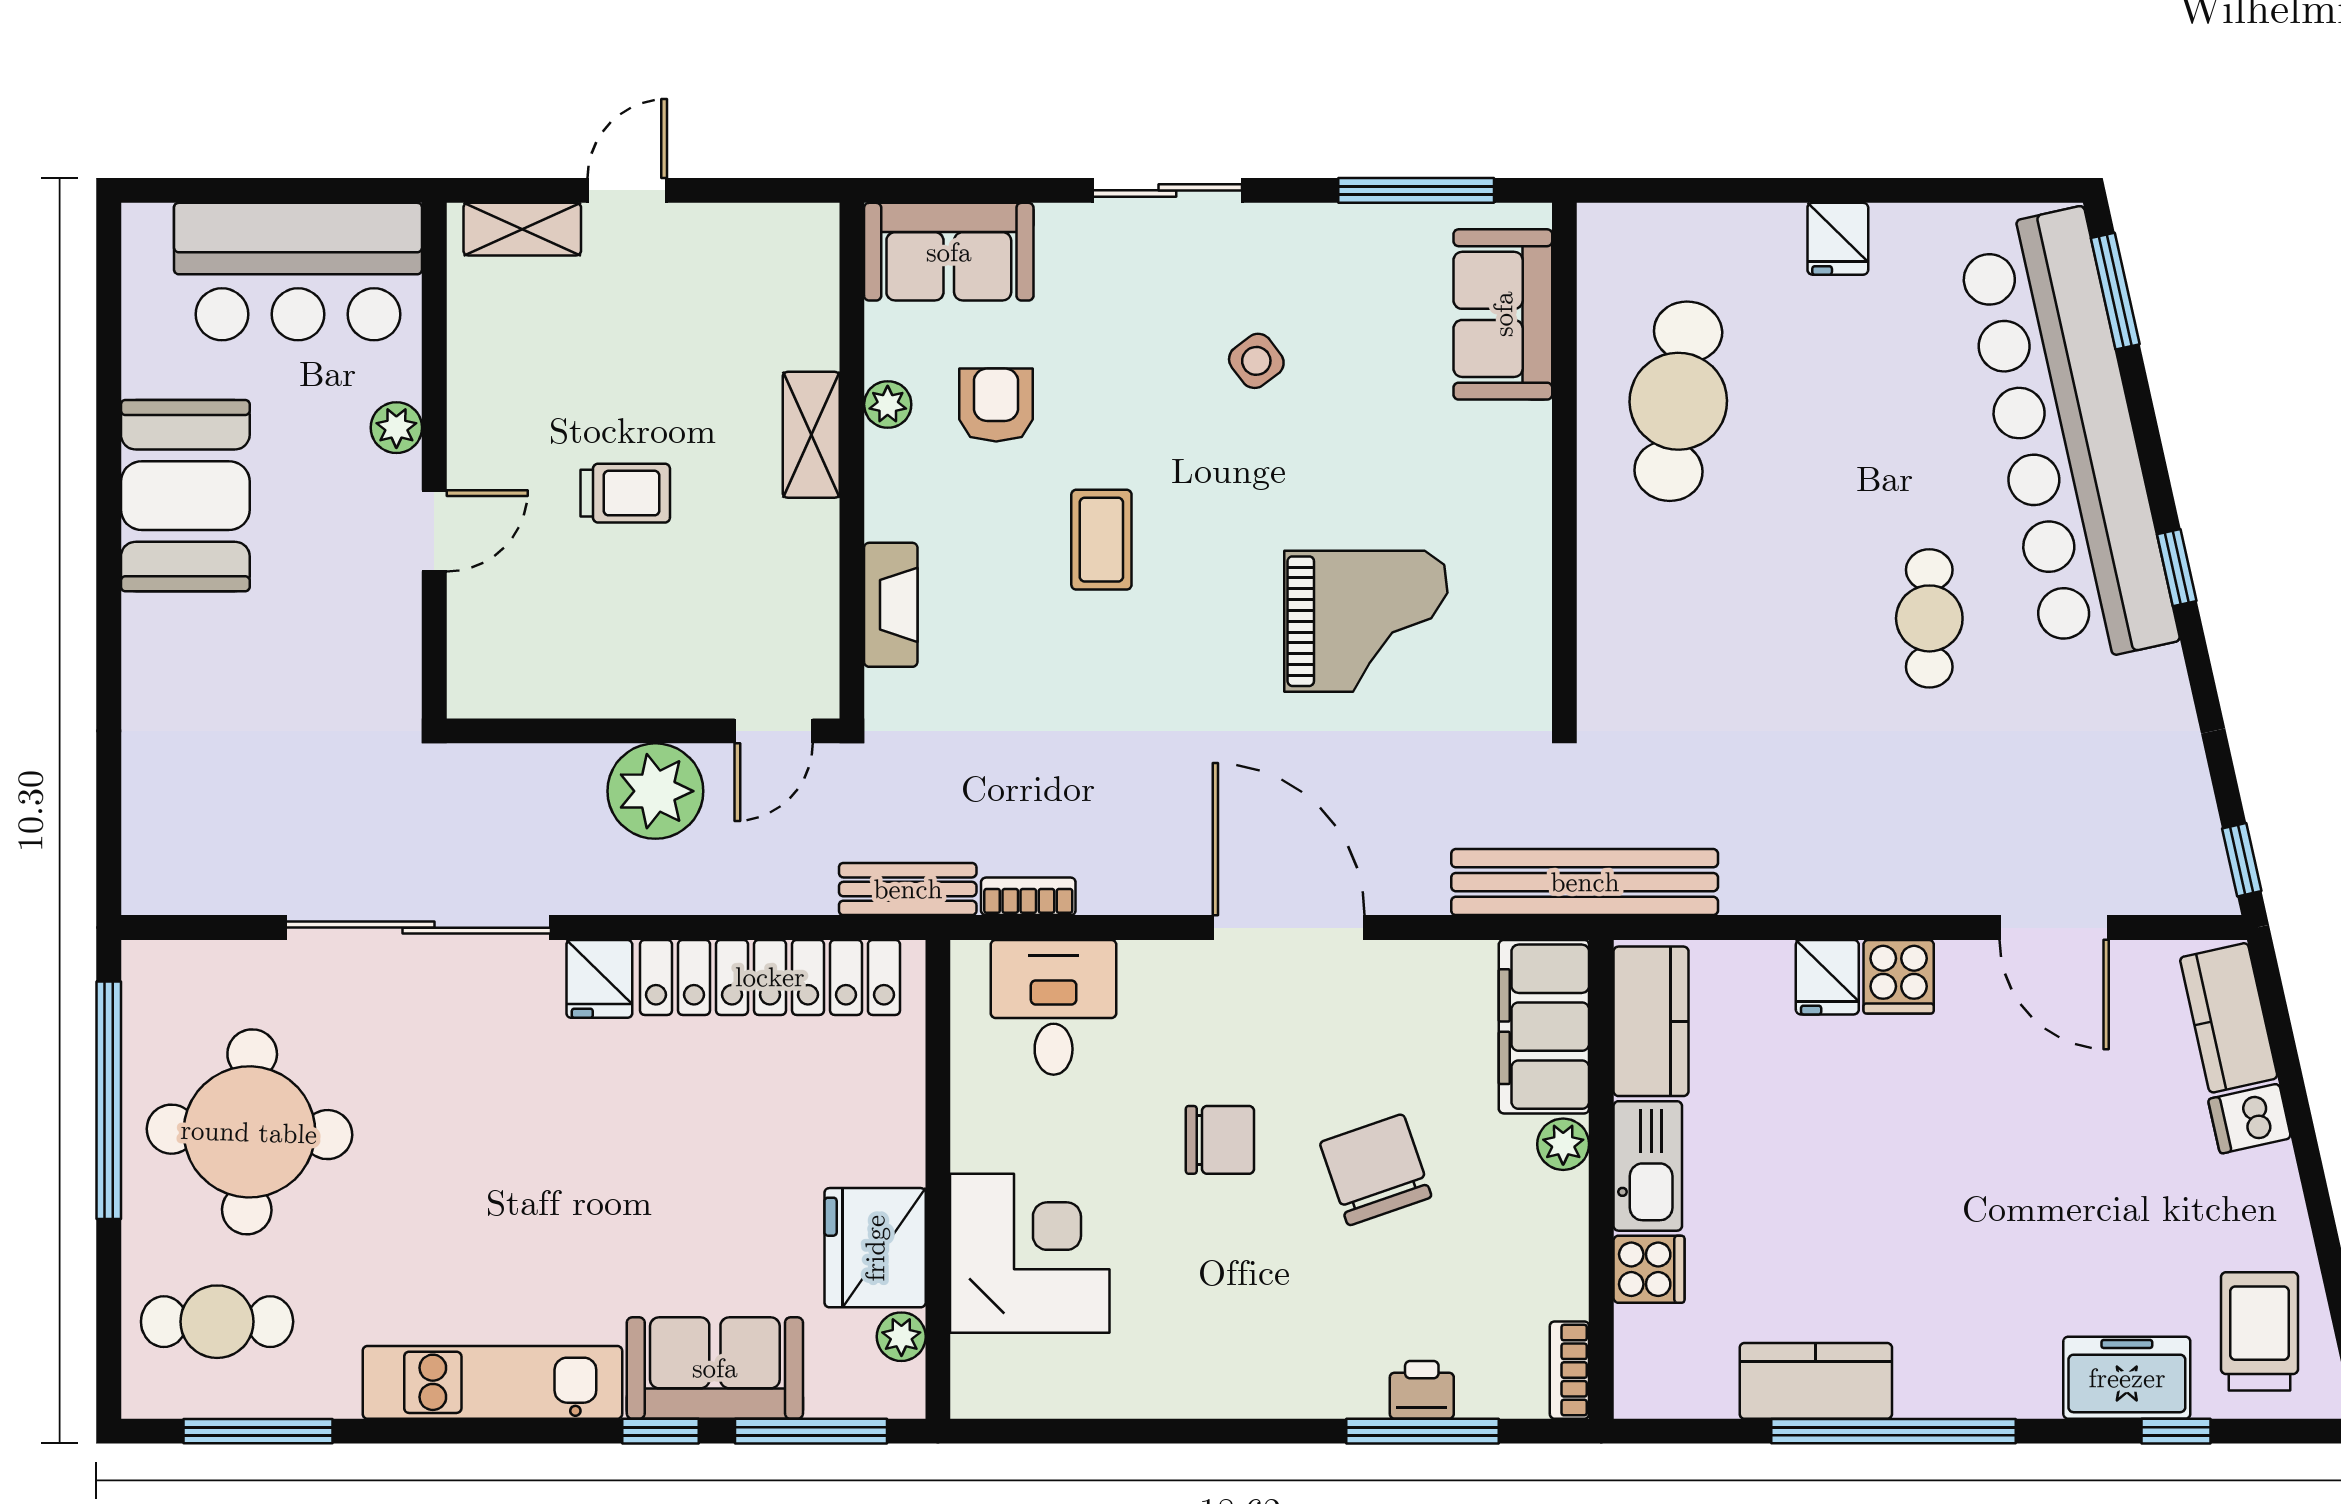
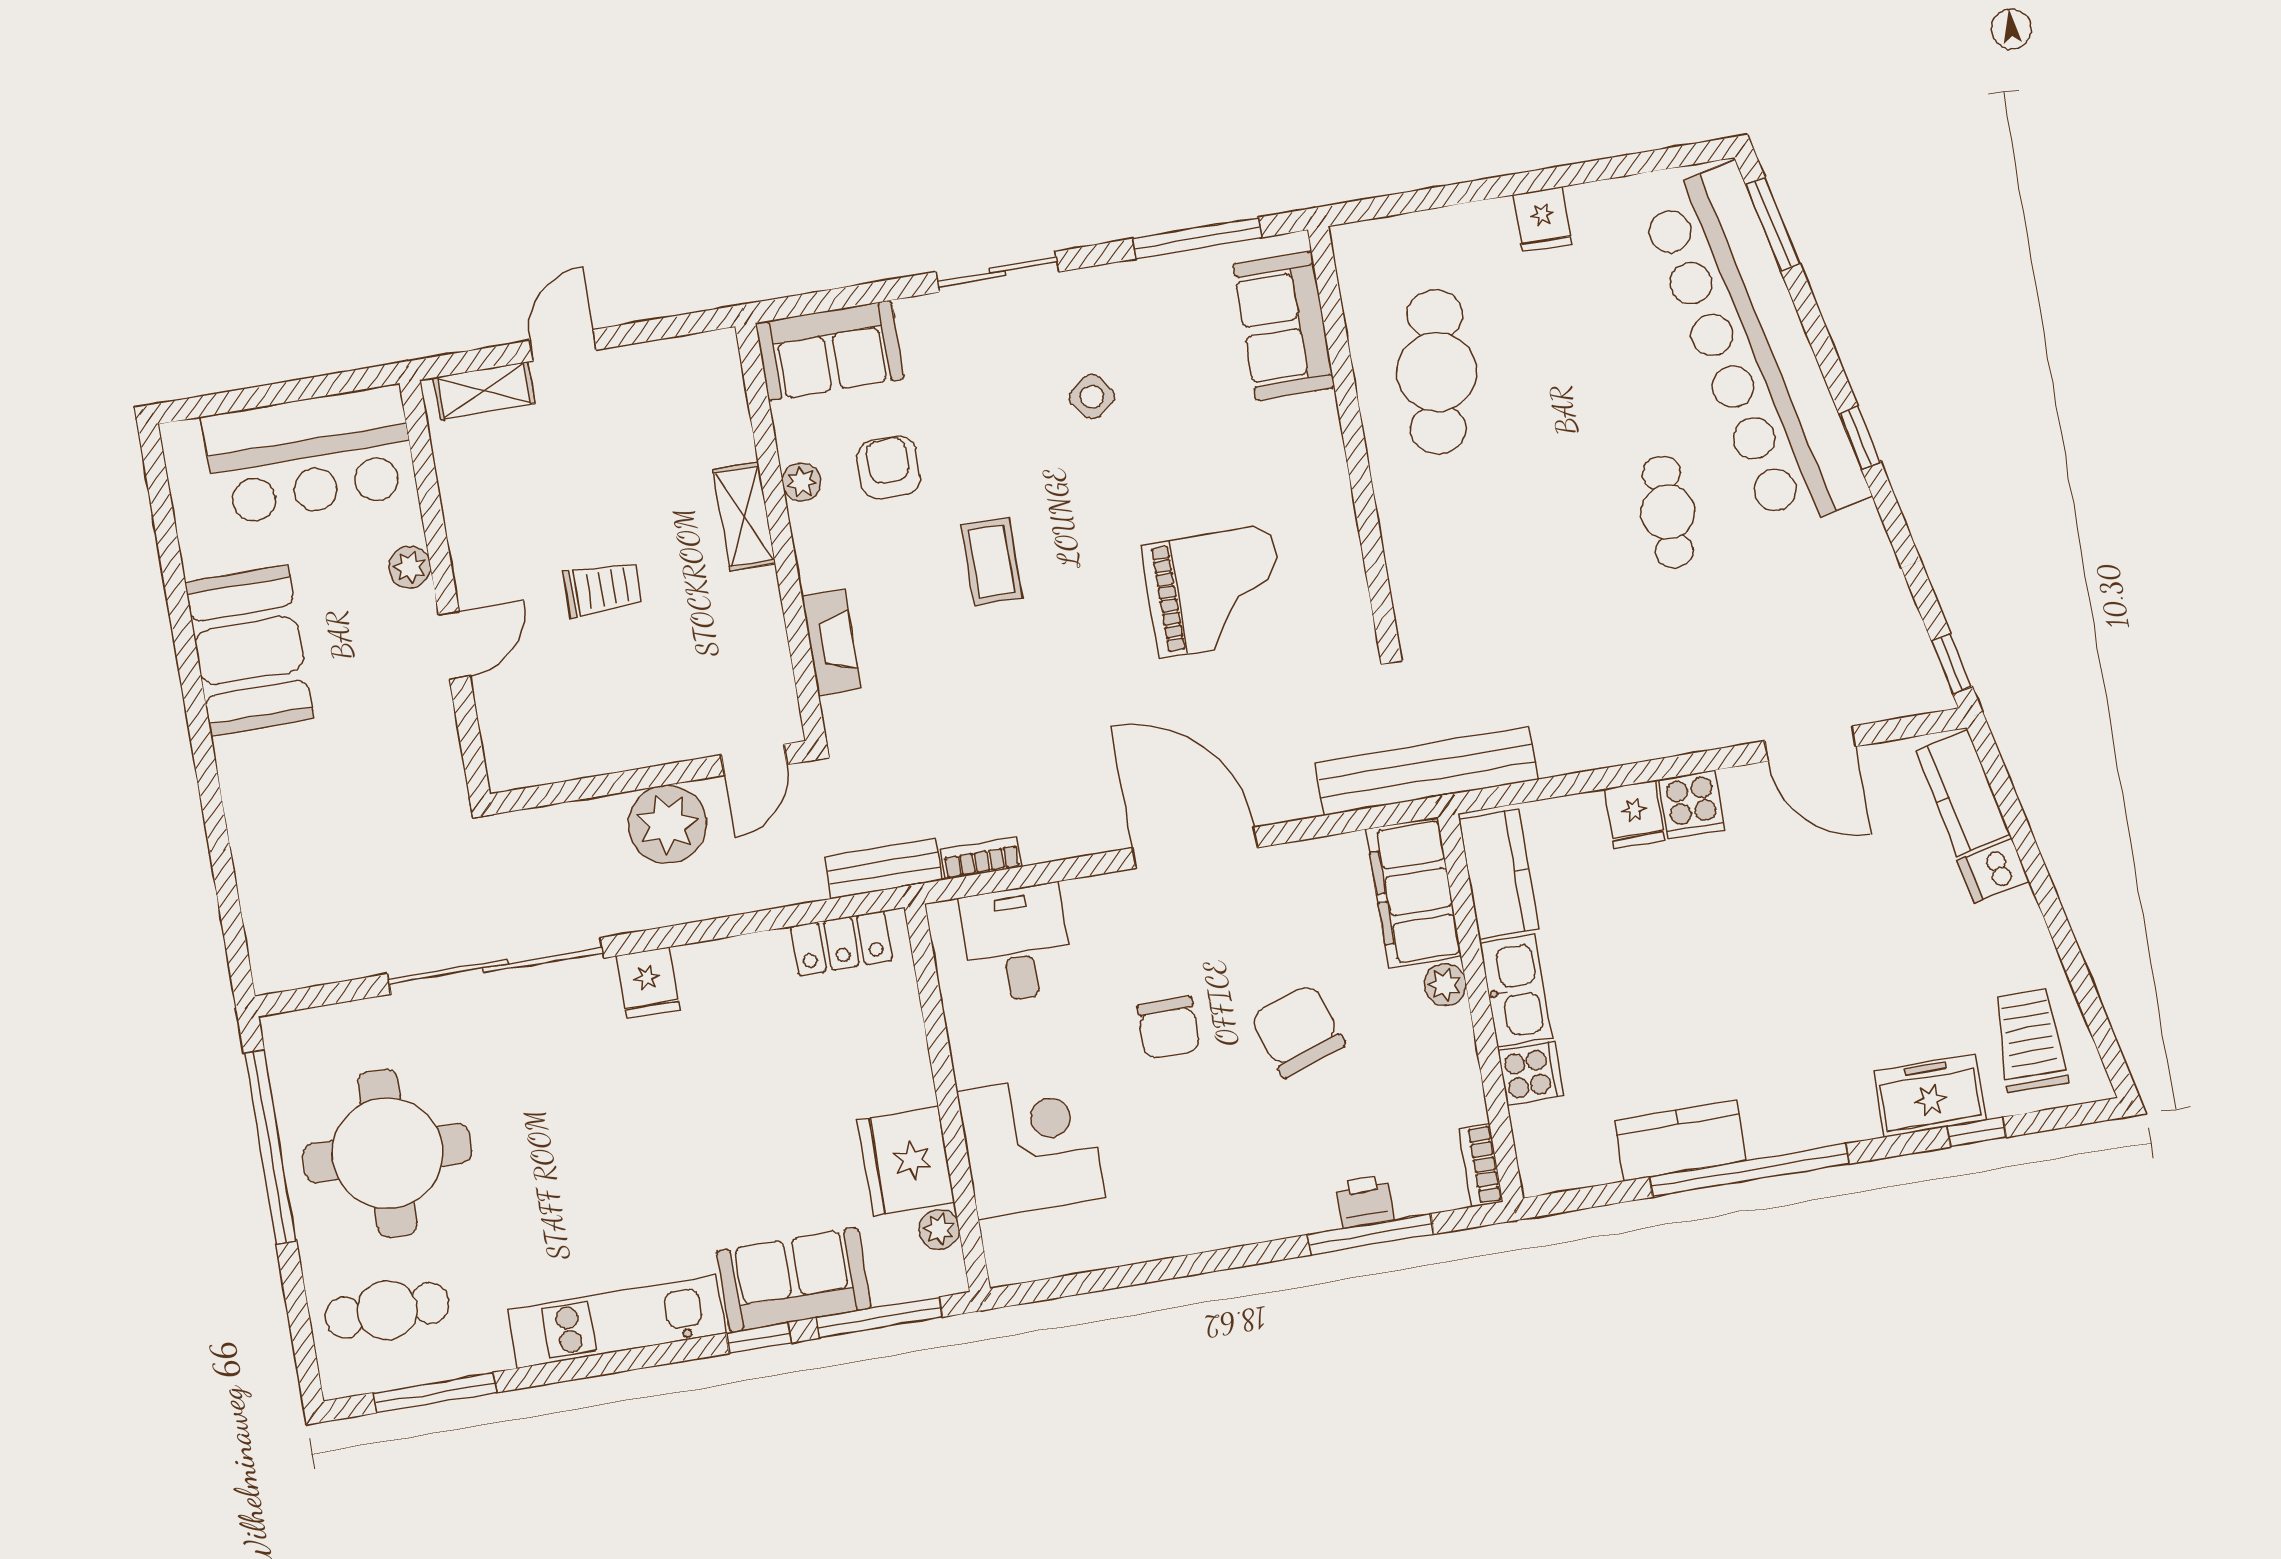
locker: (770, 977) -> (841, 943), width x0.46, depth x0.83
chair: (1220, 1140) -> (1168, 1028), turned 90

